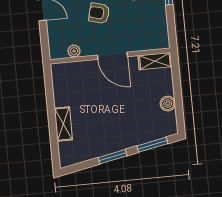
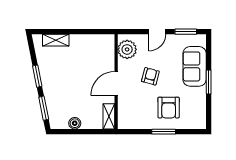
plant: (74, 51) -> (127, 49), width x1.88, depth x1.88
shelving: (63, 124) -> (56, 40), moved

